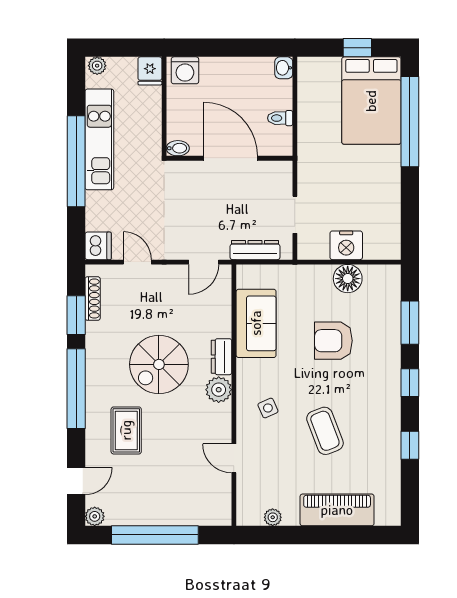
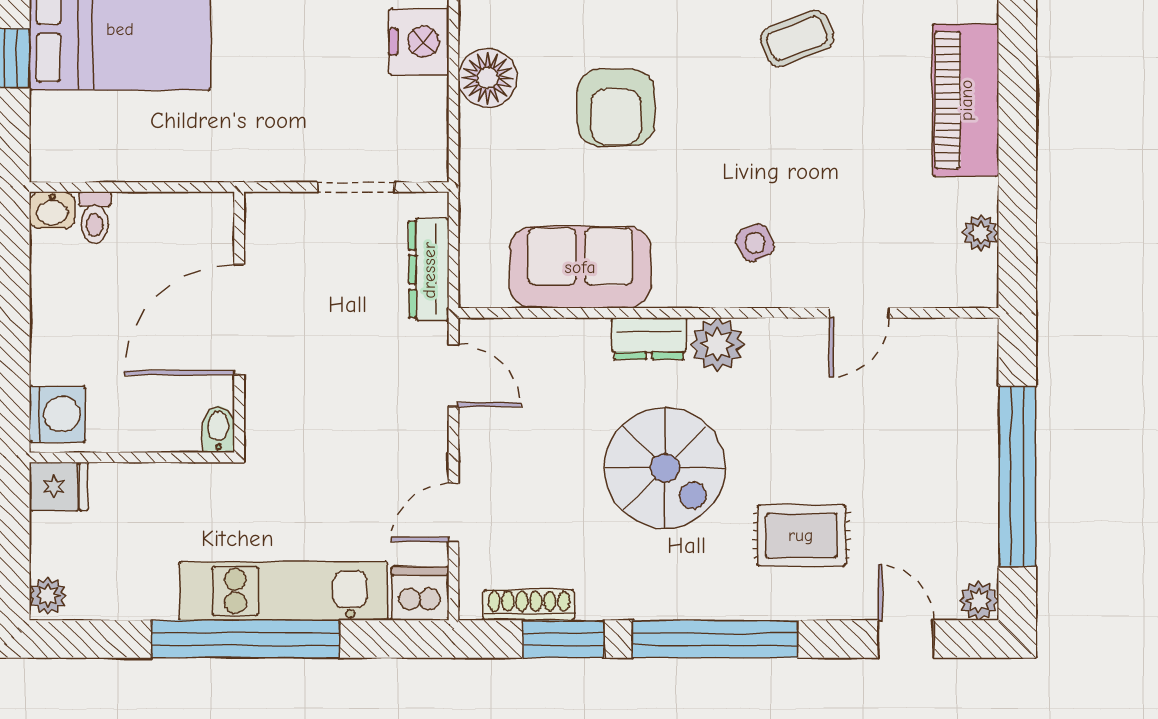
toilet: (280, 118) -> (95, 218), moved
kitchen unit: (99, 139) -> (283, 591), moved
nightstand: (346, 245) -> (419, 42), moved
coffee table: (325, 431) -> (797, 39), moved, width x0.73, depth x0.77

